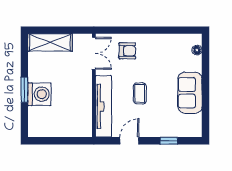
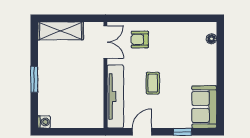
armchair: (127, 51) -> (140, 39), turned 180
sofa: (190, 93) -> (204, 107), moved
washing machine: (39, 94) -> (44, 122), moved, width x0.53, depth x0.53

